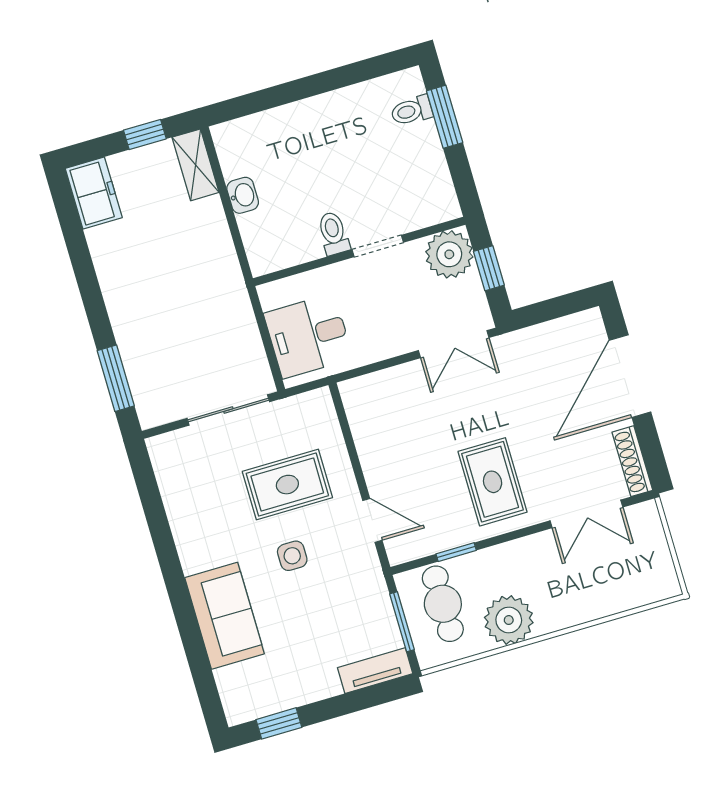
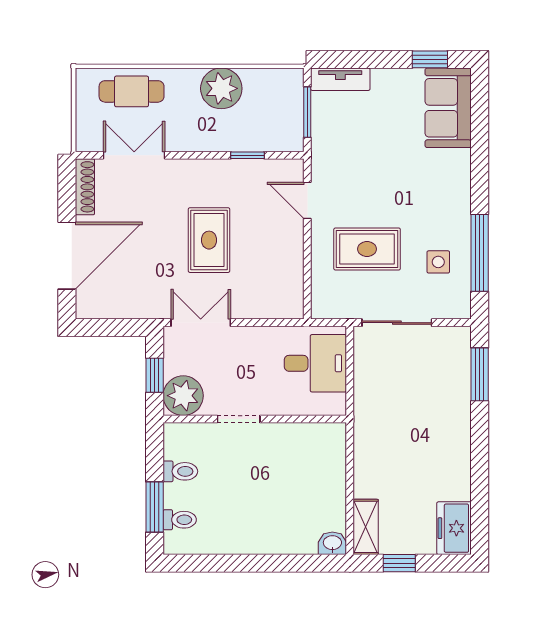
washbasin: (243, 195) -> (332, 543), moved, turned 90
toilet: (333, 233) -> (180, 471), moved, turned -90
rug: (493, 482) -> (209, 240), moved
window: (157, 518) -> (480, 253), added
side table: (292, 556) -> (438, 262), moved
cafe table: (443, 604) -> (132, 91), moved, turned 90
sofa: (225, 616) -> (448, 108), moved

